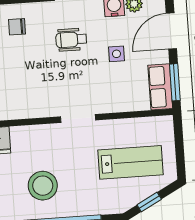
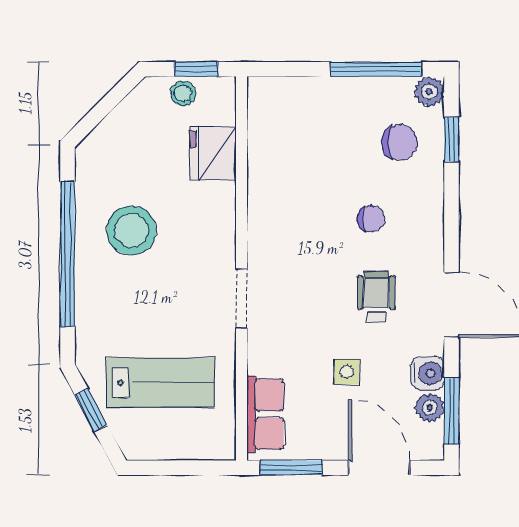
chair: (17, 27) -> (371, 219), moved, turned 90
row of seats: (160, 87) -> (265, 414), moved, turned 90
lab bench: (130, 162) -> (160, 383), turned -90

